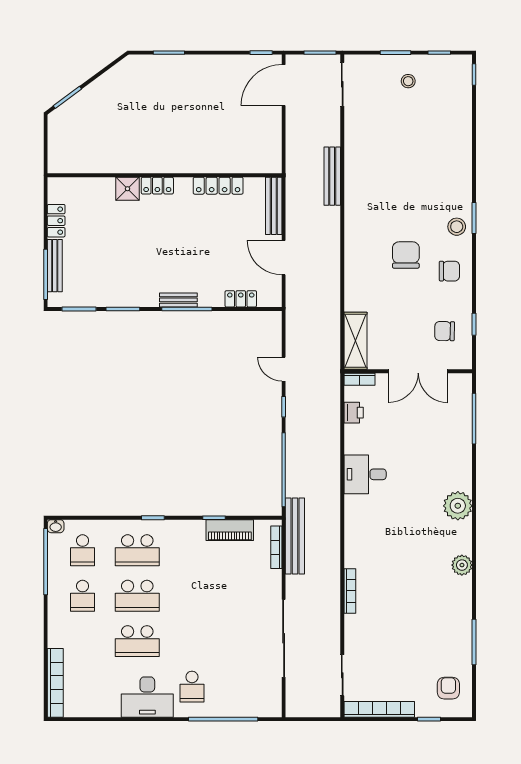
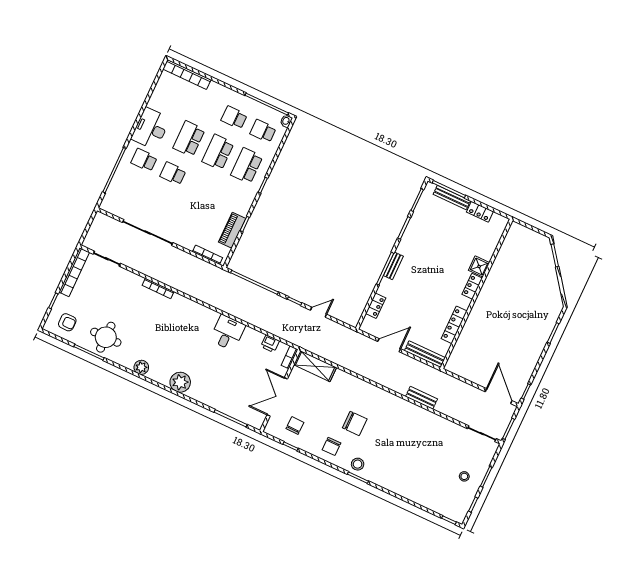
bench: (332, 176) -> (421, 398), width x0.73
bench: (295, 536) -> (209, 270), removed
round table: (444, 629) -> (106, 337), added
school desk: (192, 641) -> (173, 173), added

